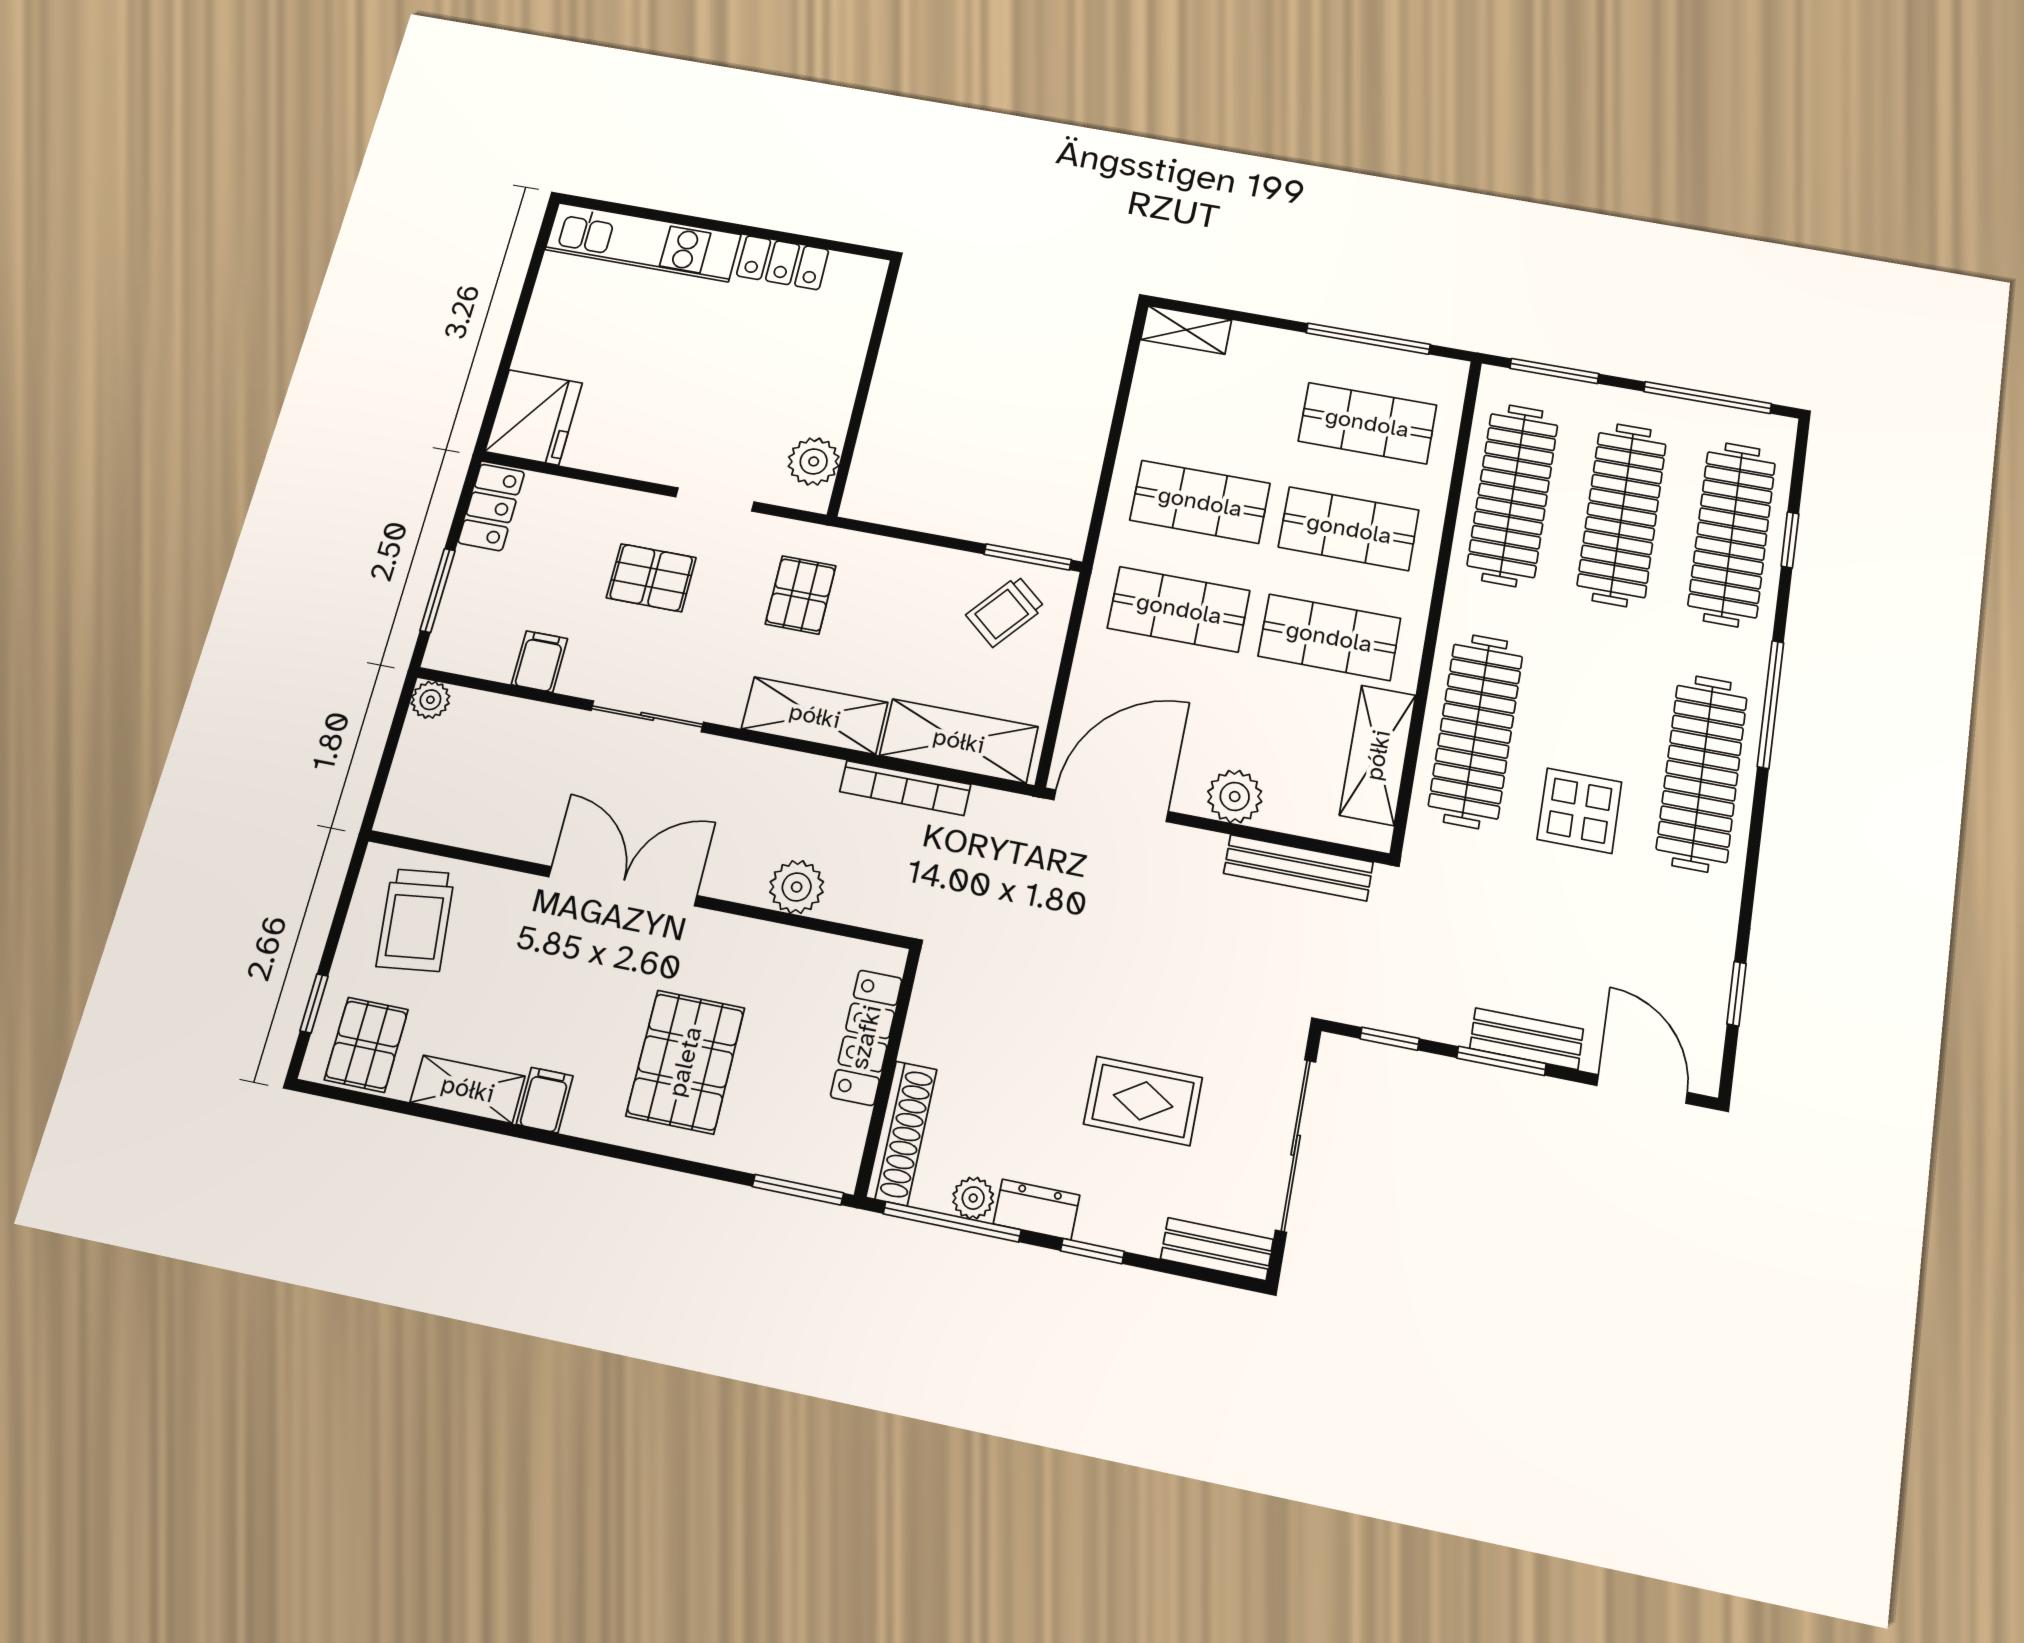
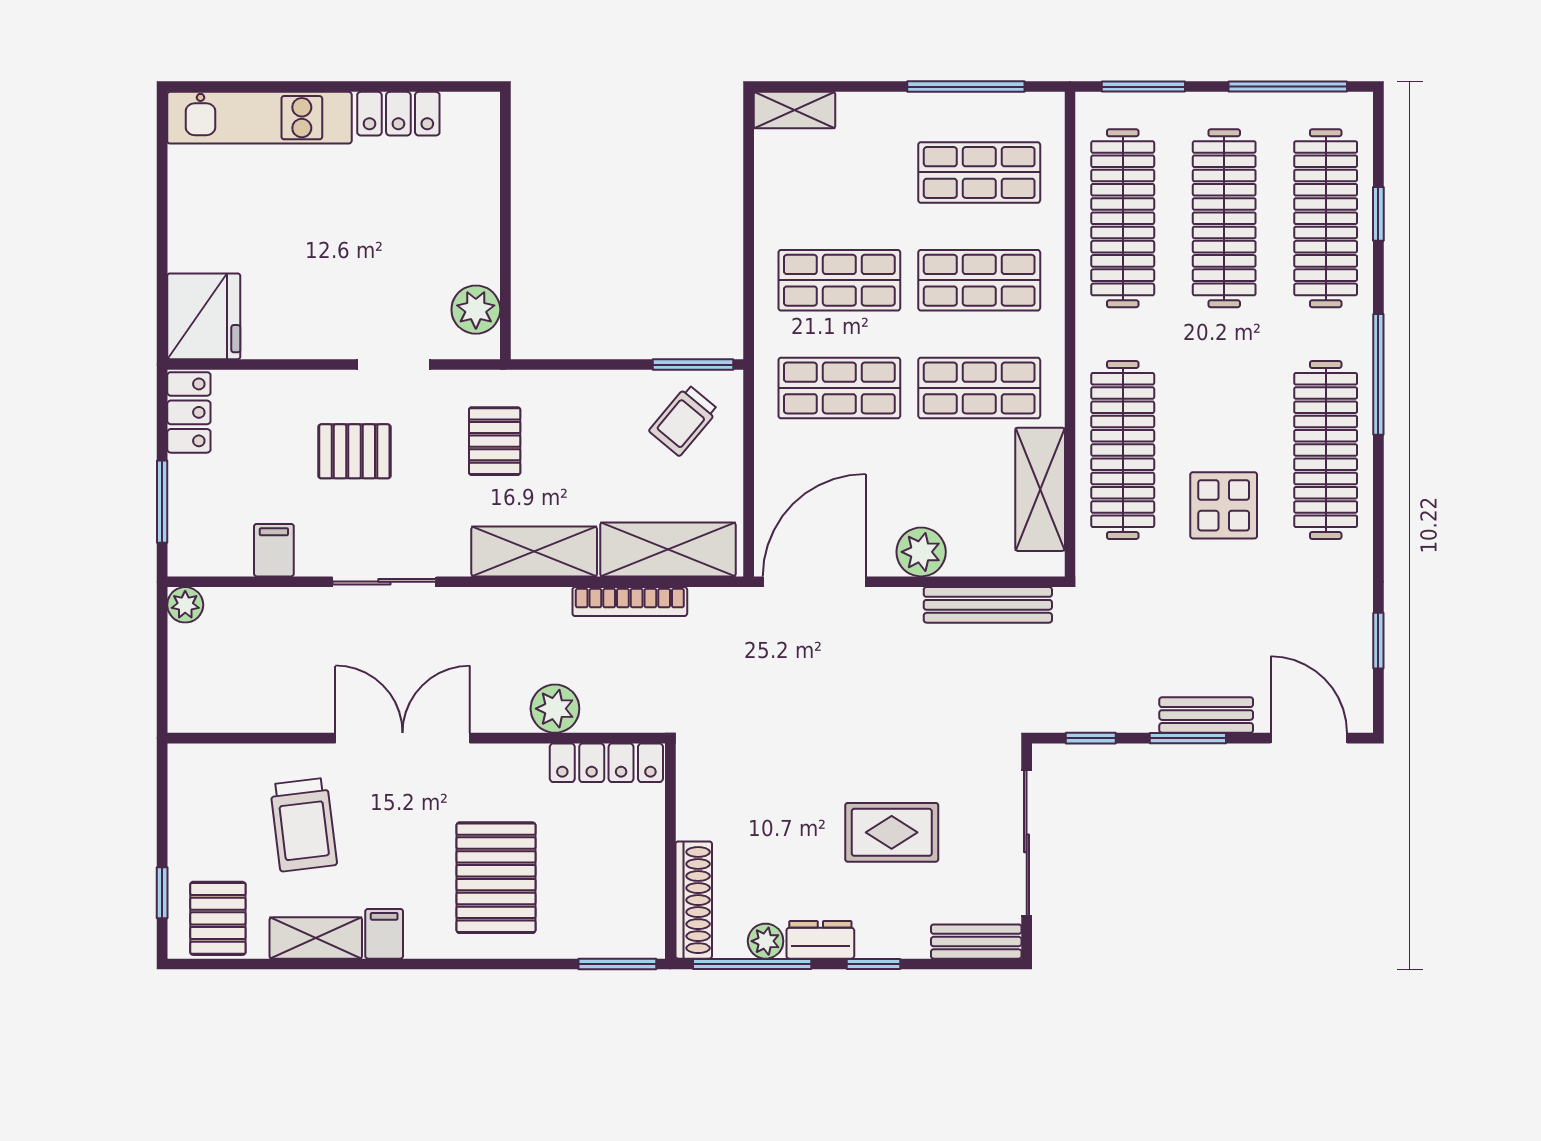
trolley: (416, 920) -> (303, 825), moved
locker: (866, 1037) -> (606, 763), moved, turned -90

